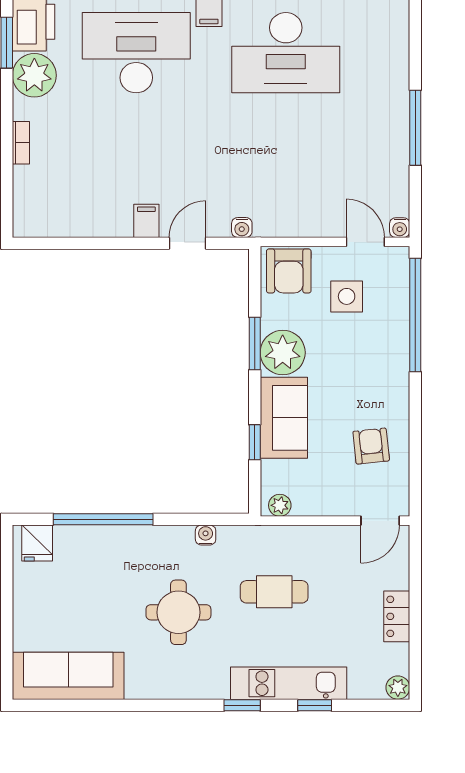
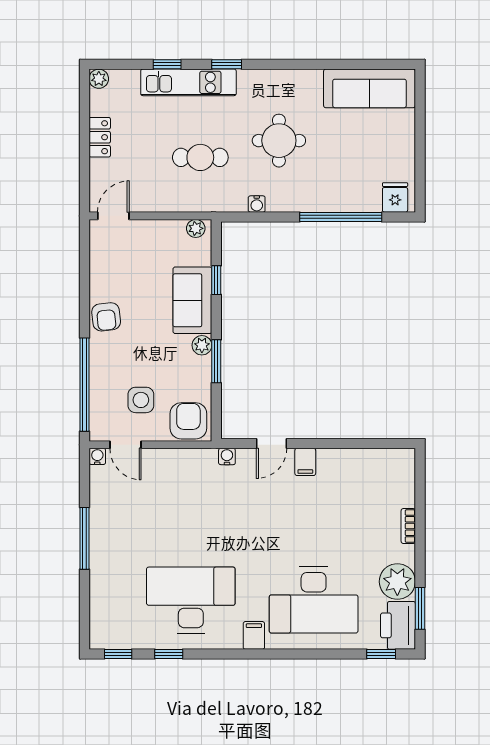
plant: (283, 353) -> (202, 345), width x0.53, depth x0.53
armchair: (371, 446) -> (106, 317), moved

